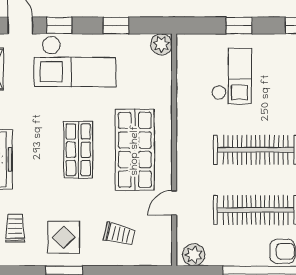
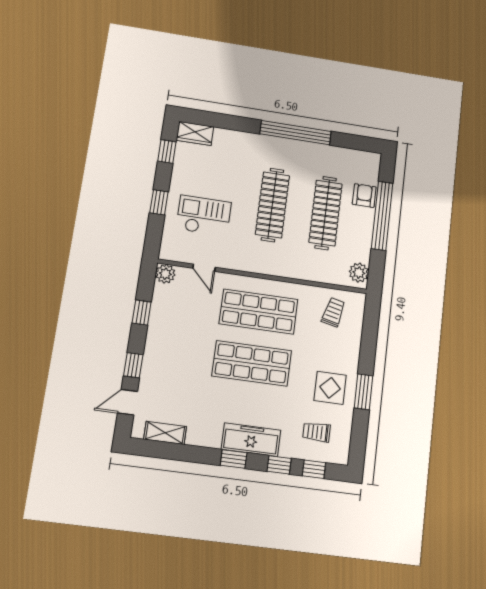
checkout: (75, 61) -> (169, 355), removed
shop shelf: (78, 150) -> (252, 363), width x1.43, depth x1.36
door: (174, 203) -> (204, 268), moved
trolley: (119, 234) -> (333, 312), moved

